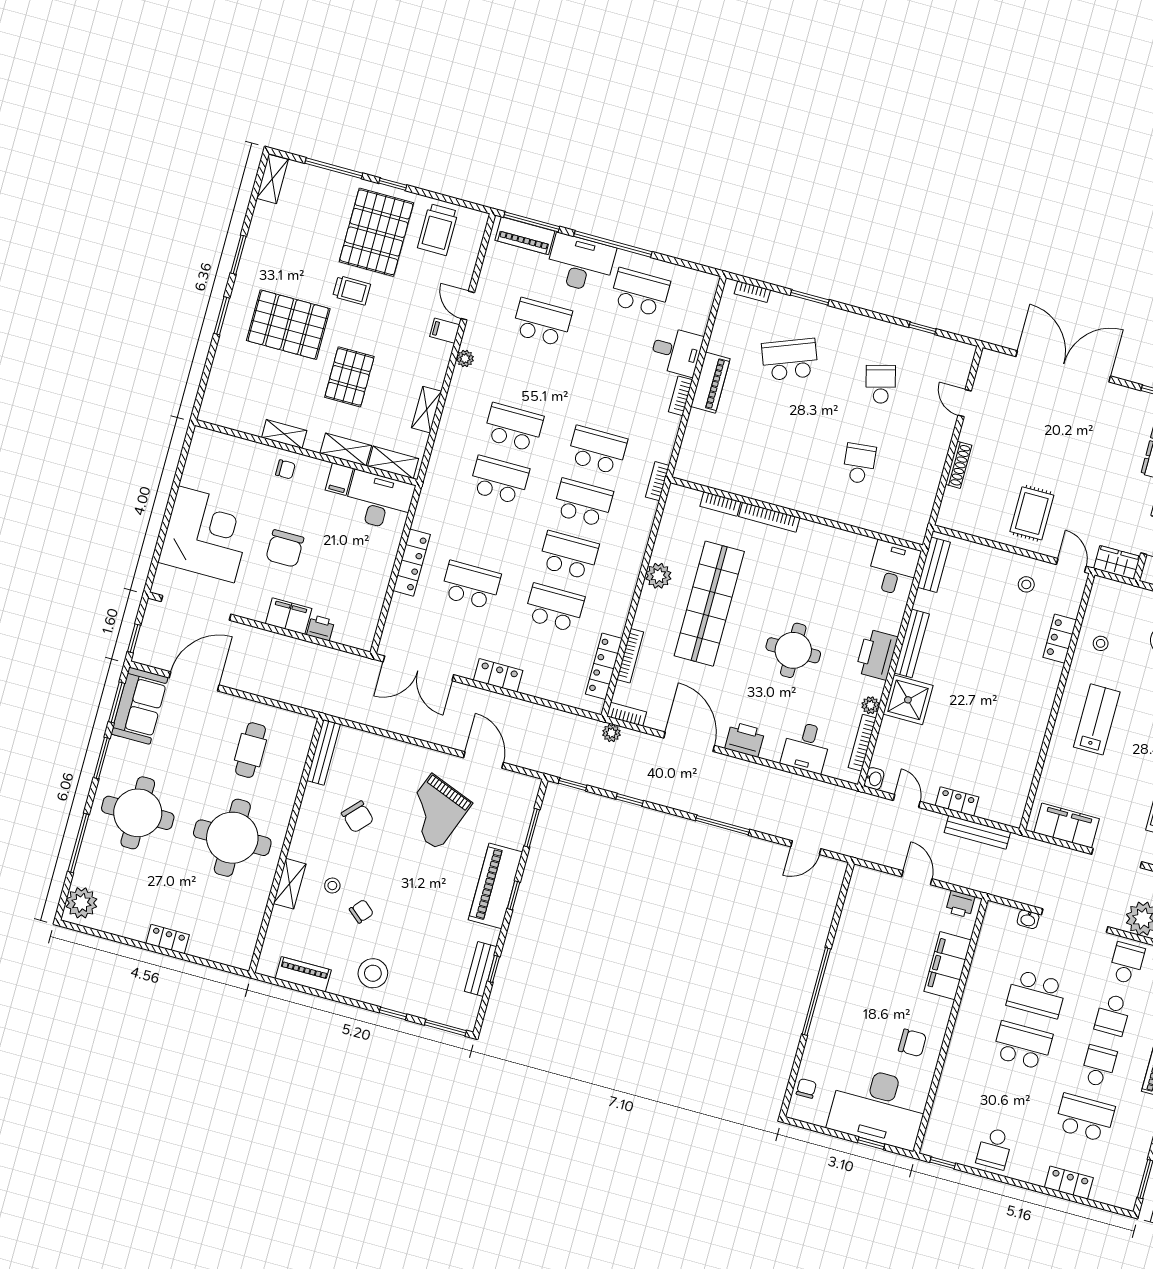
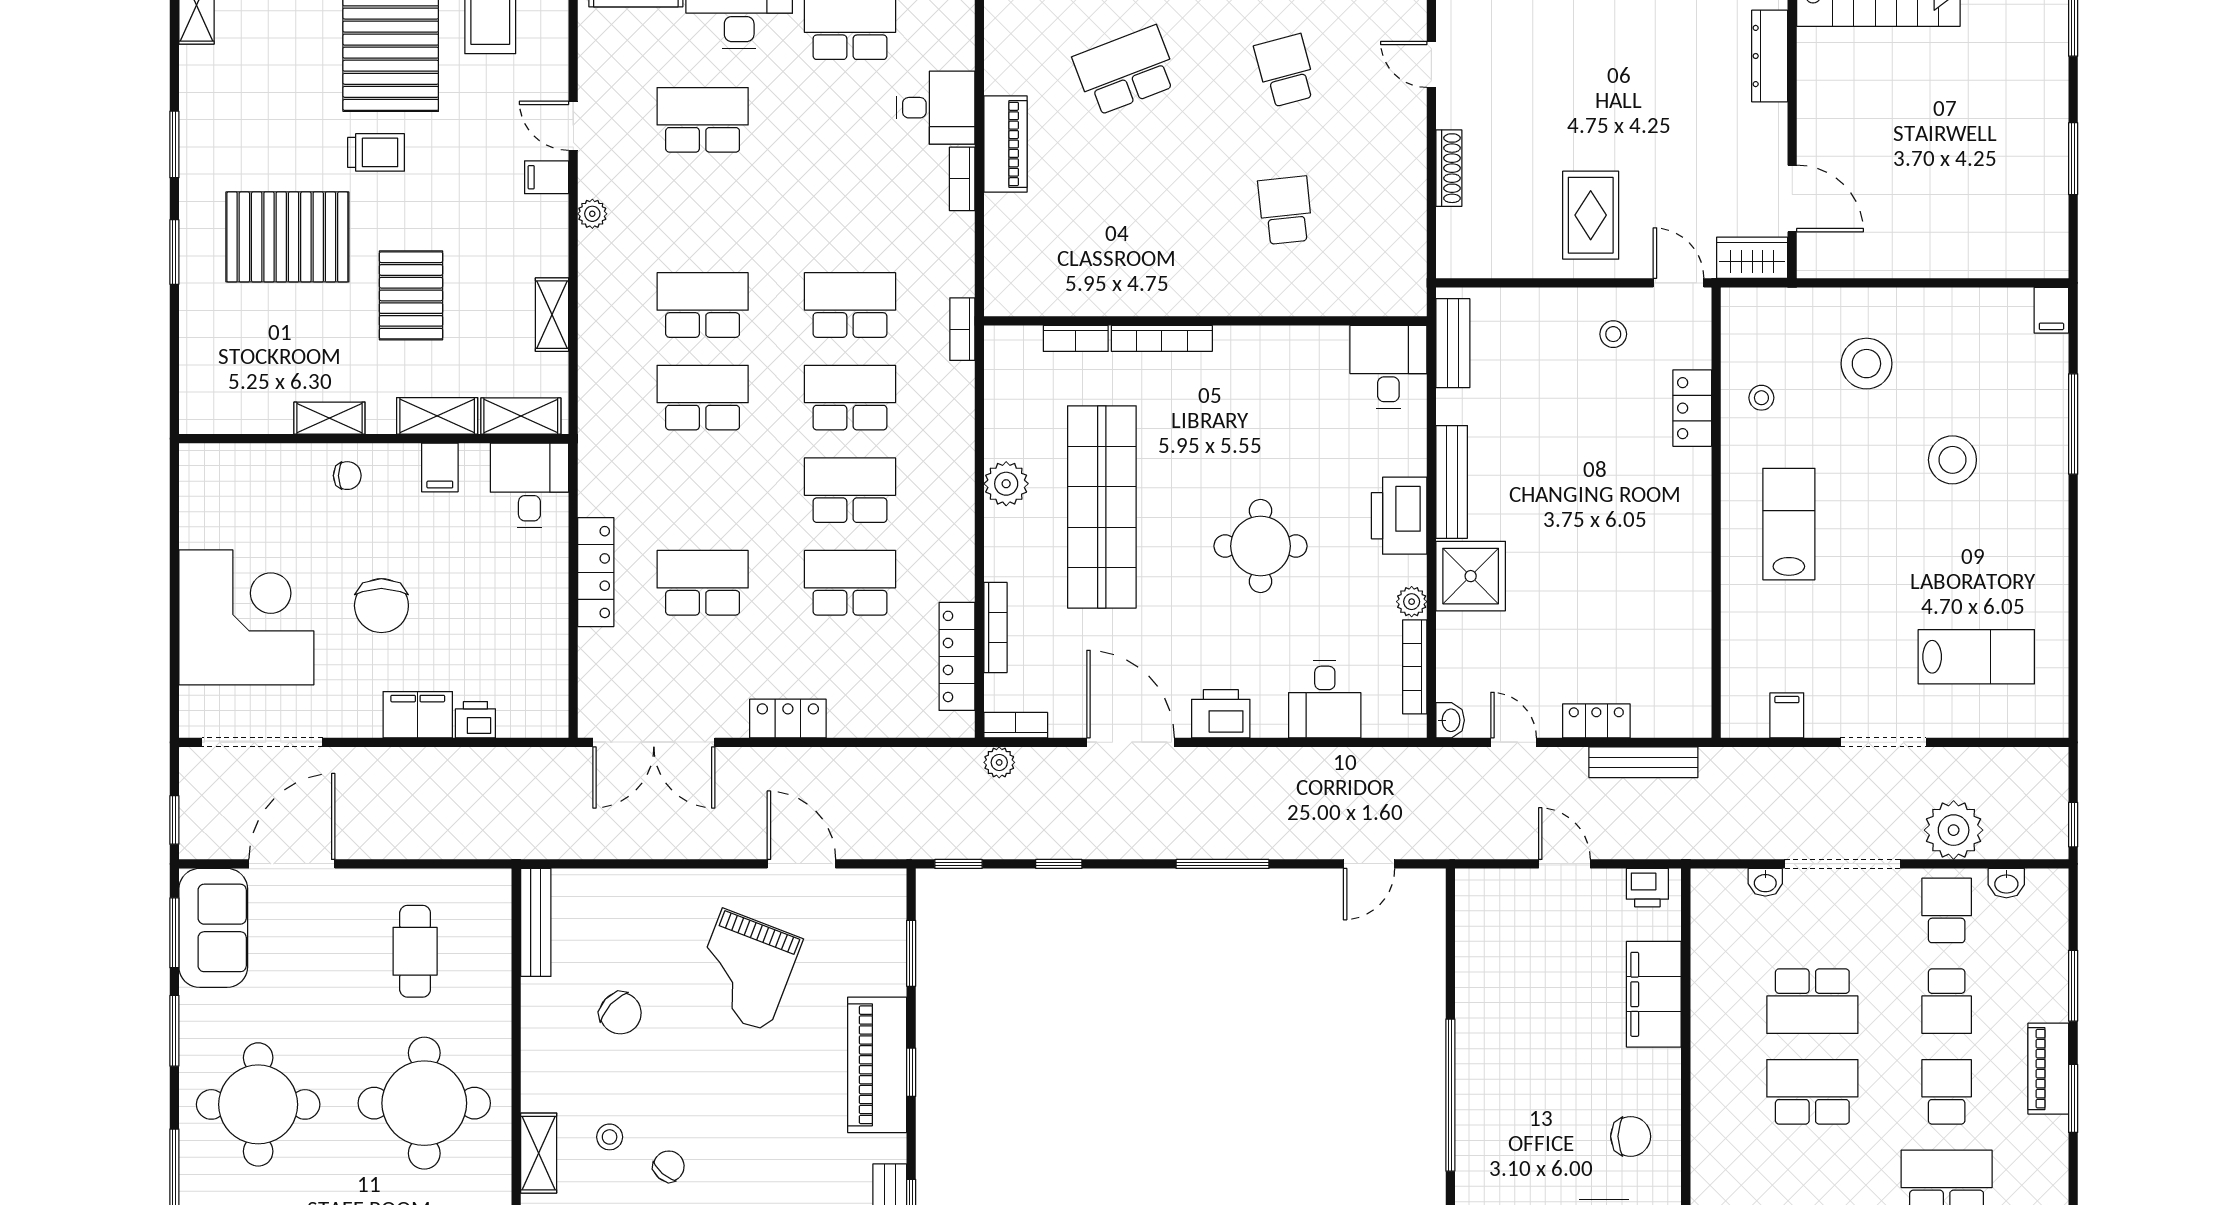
desk: (379, 501) -> (529, 485), width x0.73
filing cabinet: (1067, 826) -> (1787, 715), width x0.33, depth x0.86

